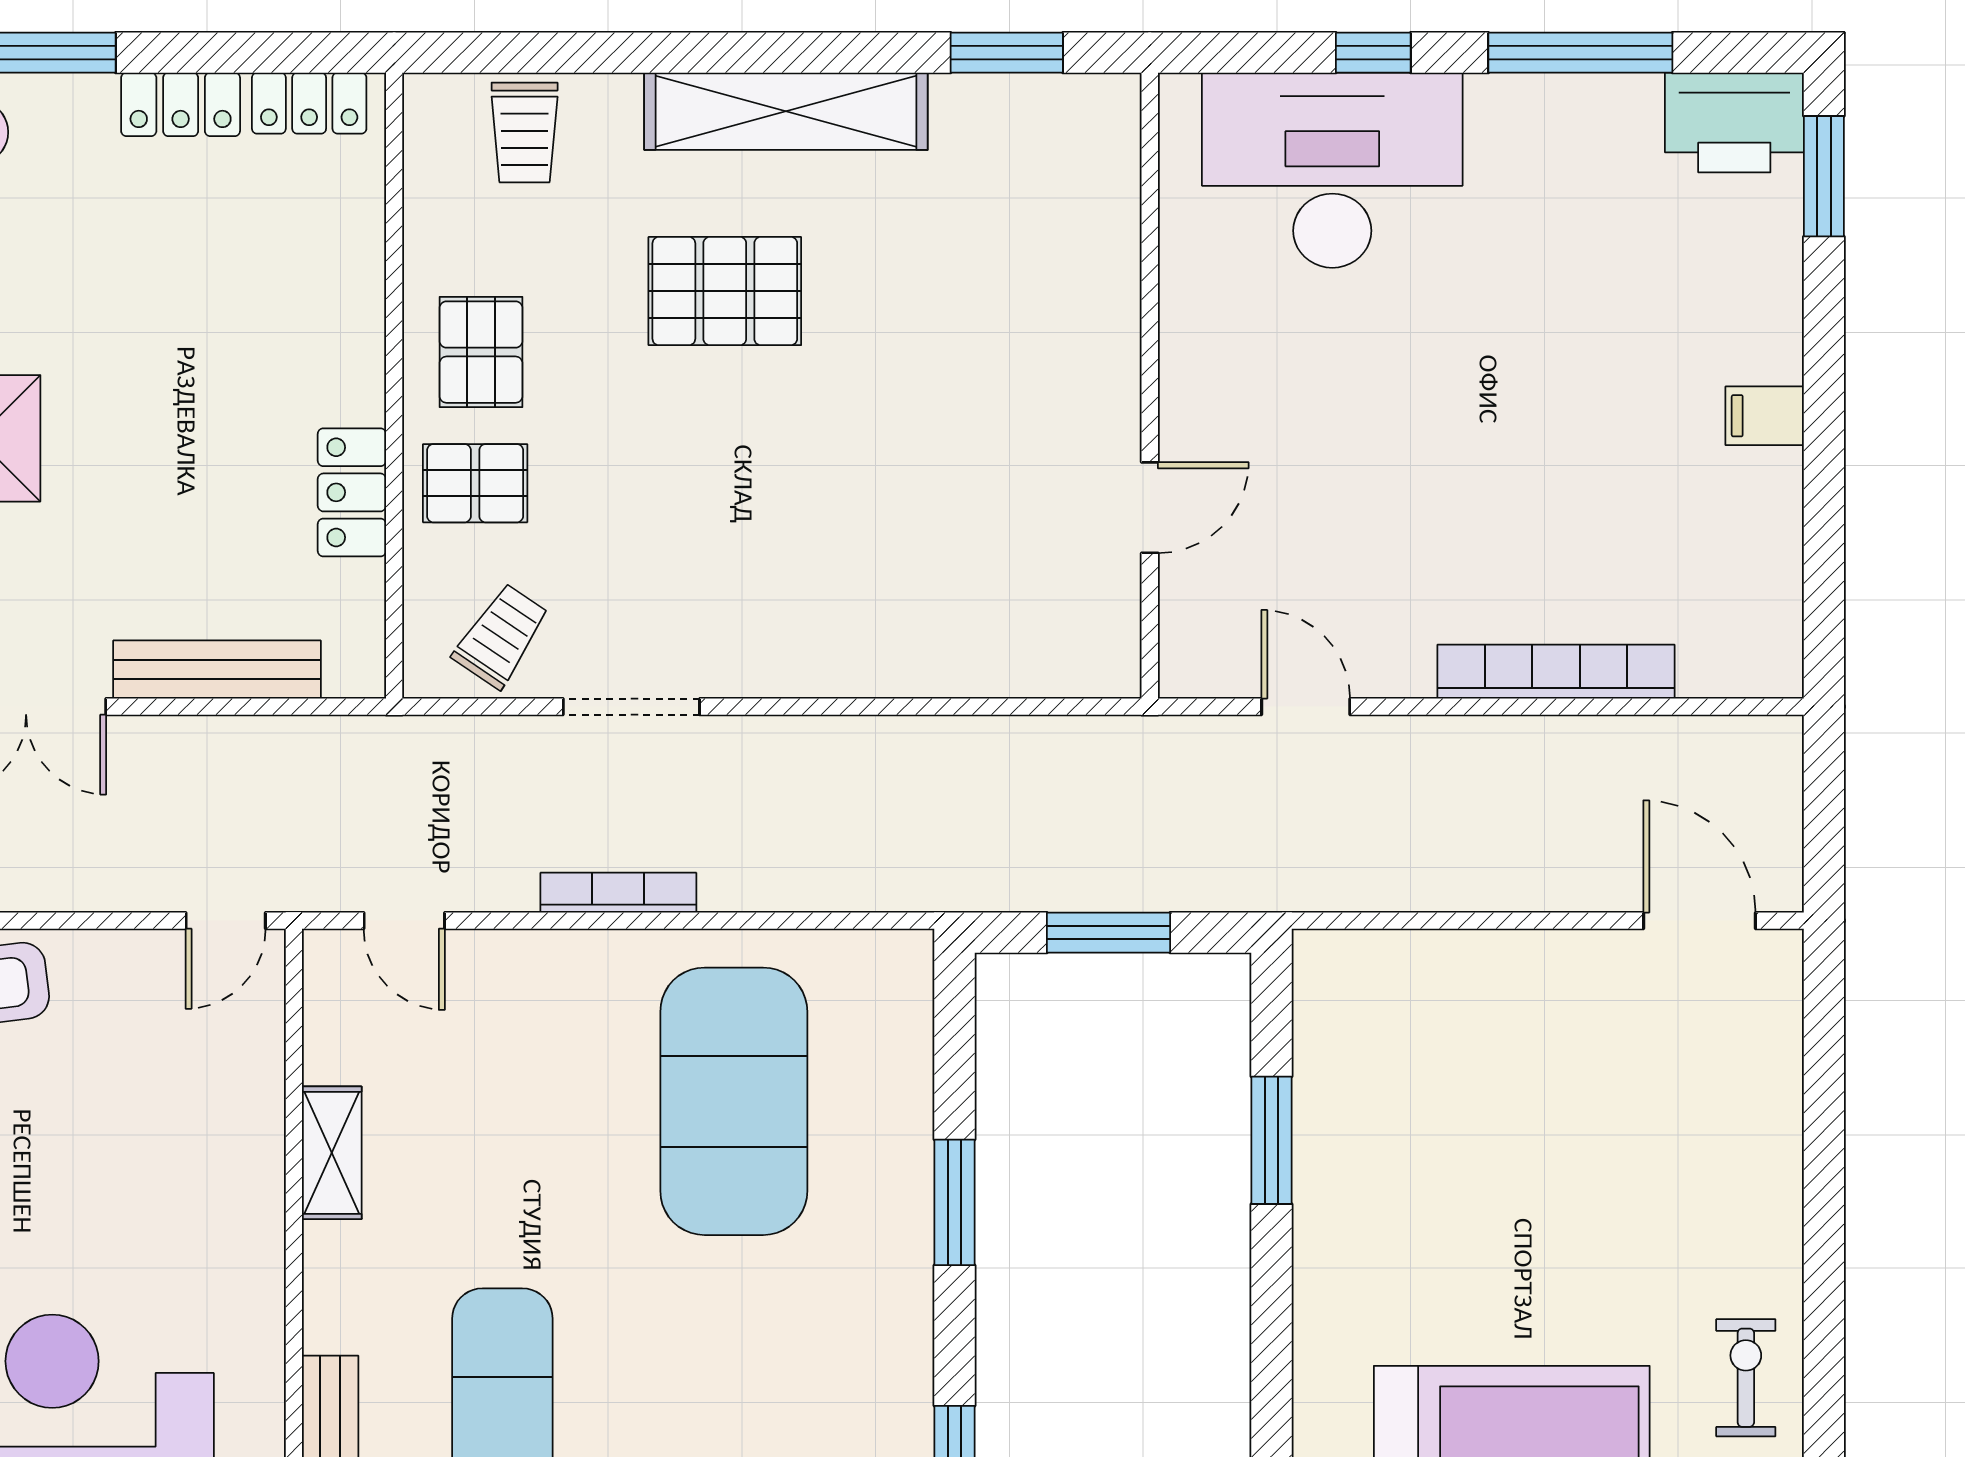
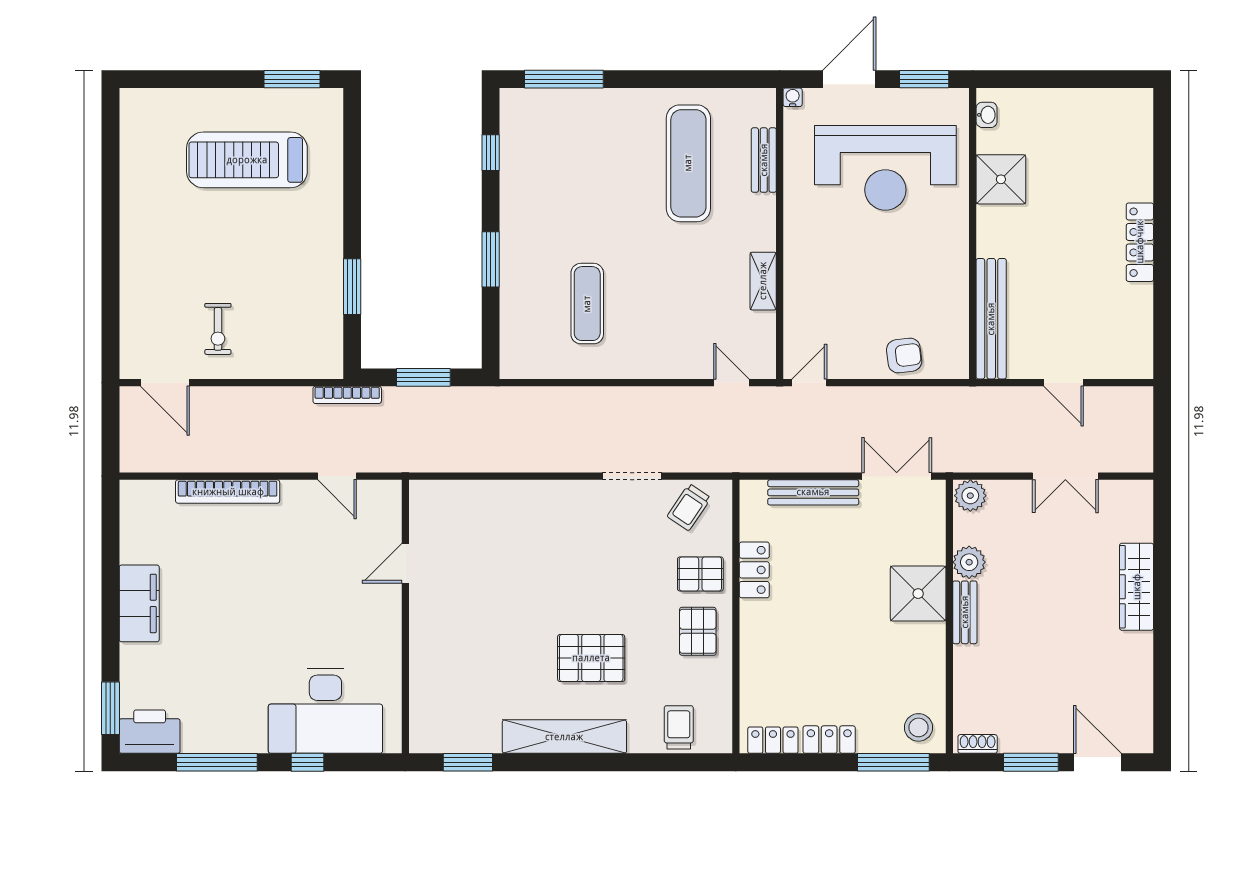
filing cabinet: (1765, 416) -> (139, 603), width x3.00, depth x1.17
bookcase: (618, 893) -> (347, 395), moved
exercise mat: (734, 1101) -> (587, 304), width x0.50, depth x0.69
exercise bike: (1746, 1378) -> (218, 329), moved

